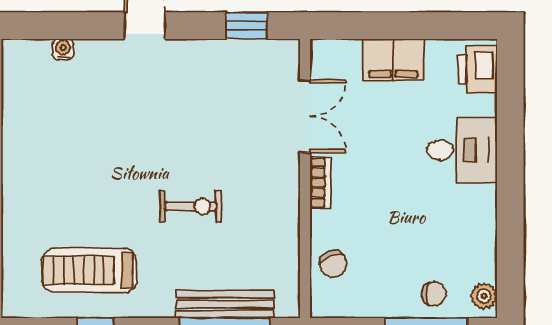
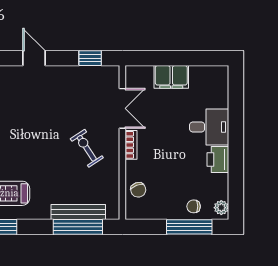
printer: (478, 69) -> (218, 160), moved
exercise bike: (191, 206) -> (87, 148), moved, turned -123
chair: (434, 294) -> (194, 206), turned 180

